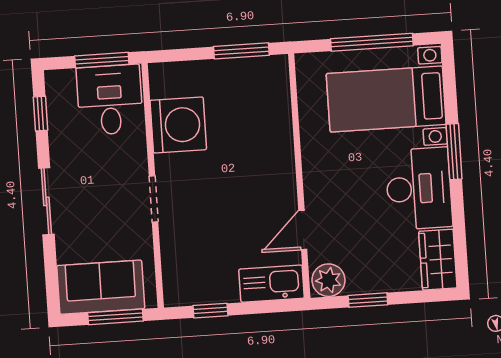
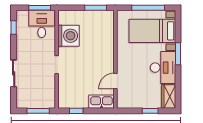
sliding door: (46, 201) -> (14, 73), moved
plant: (329, 280) -> (124, 102), removed
sofa: (101, 287) -> (33, 99), removed
window: (368, 300) -> (150, 111), moved

